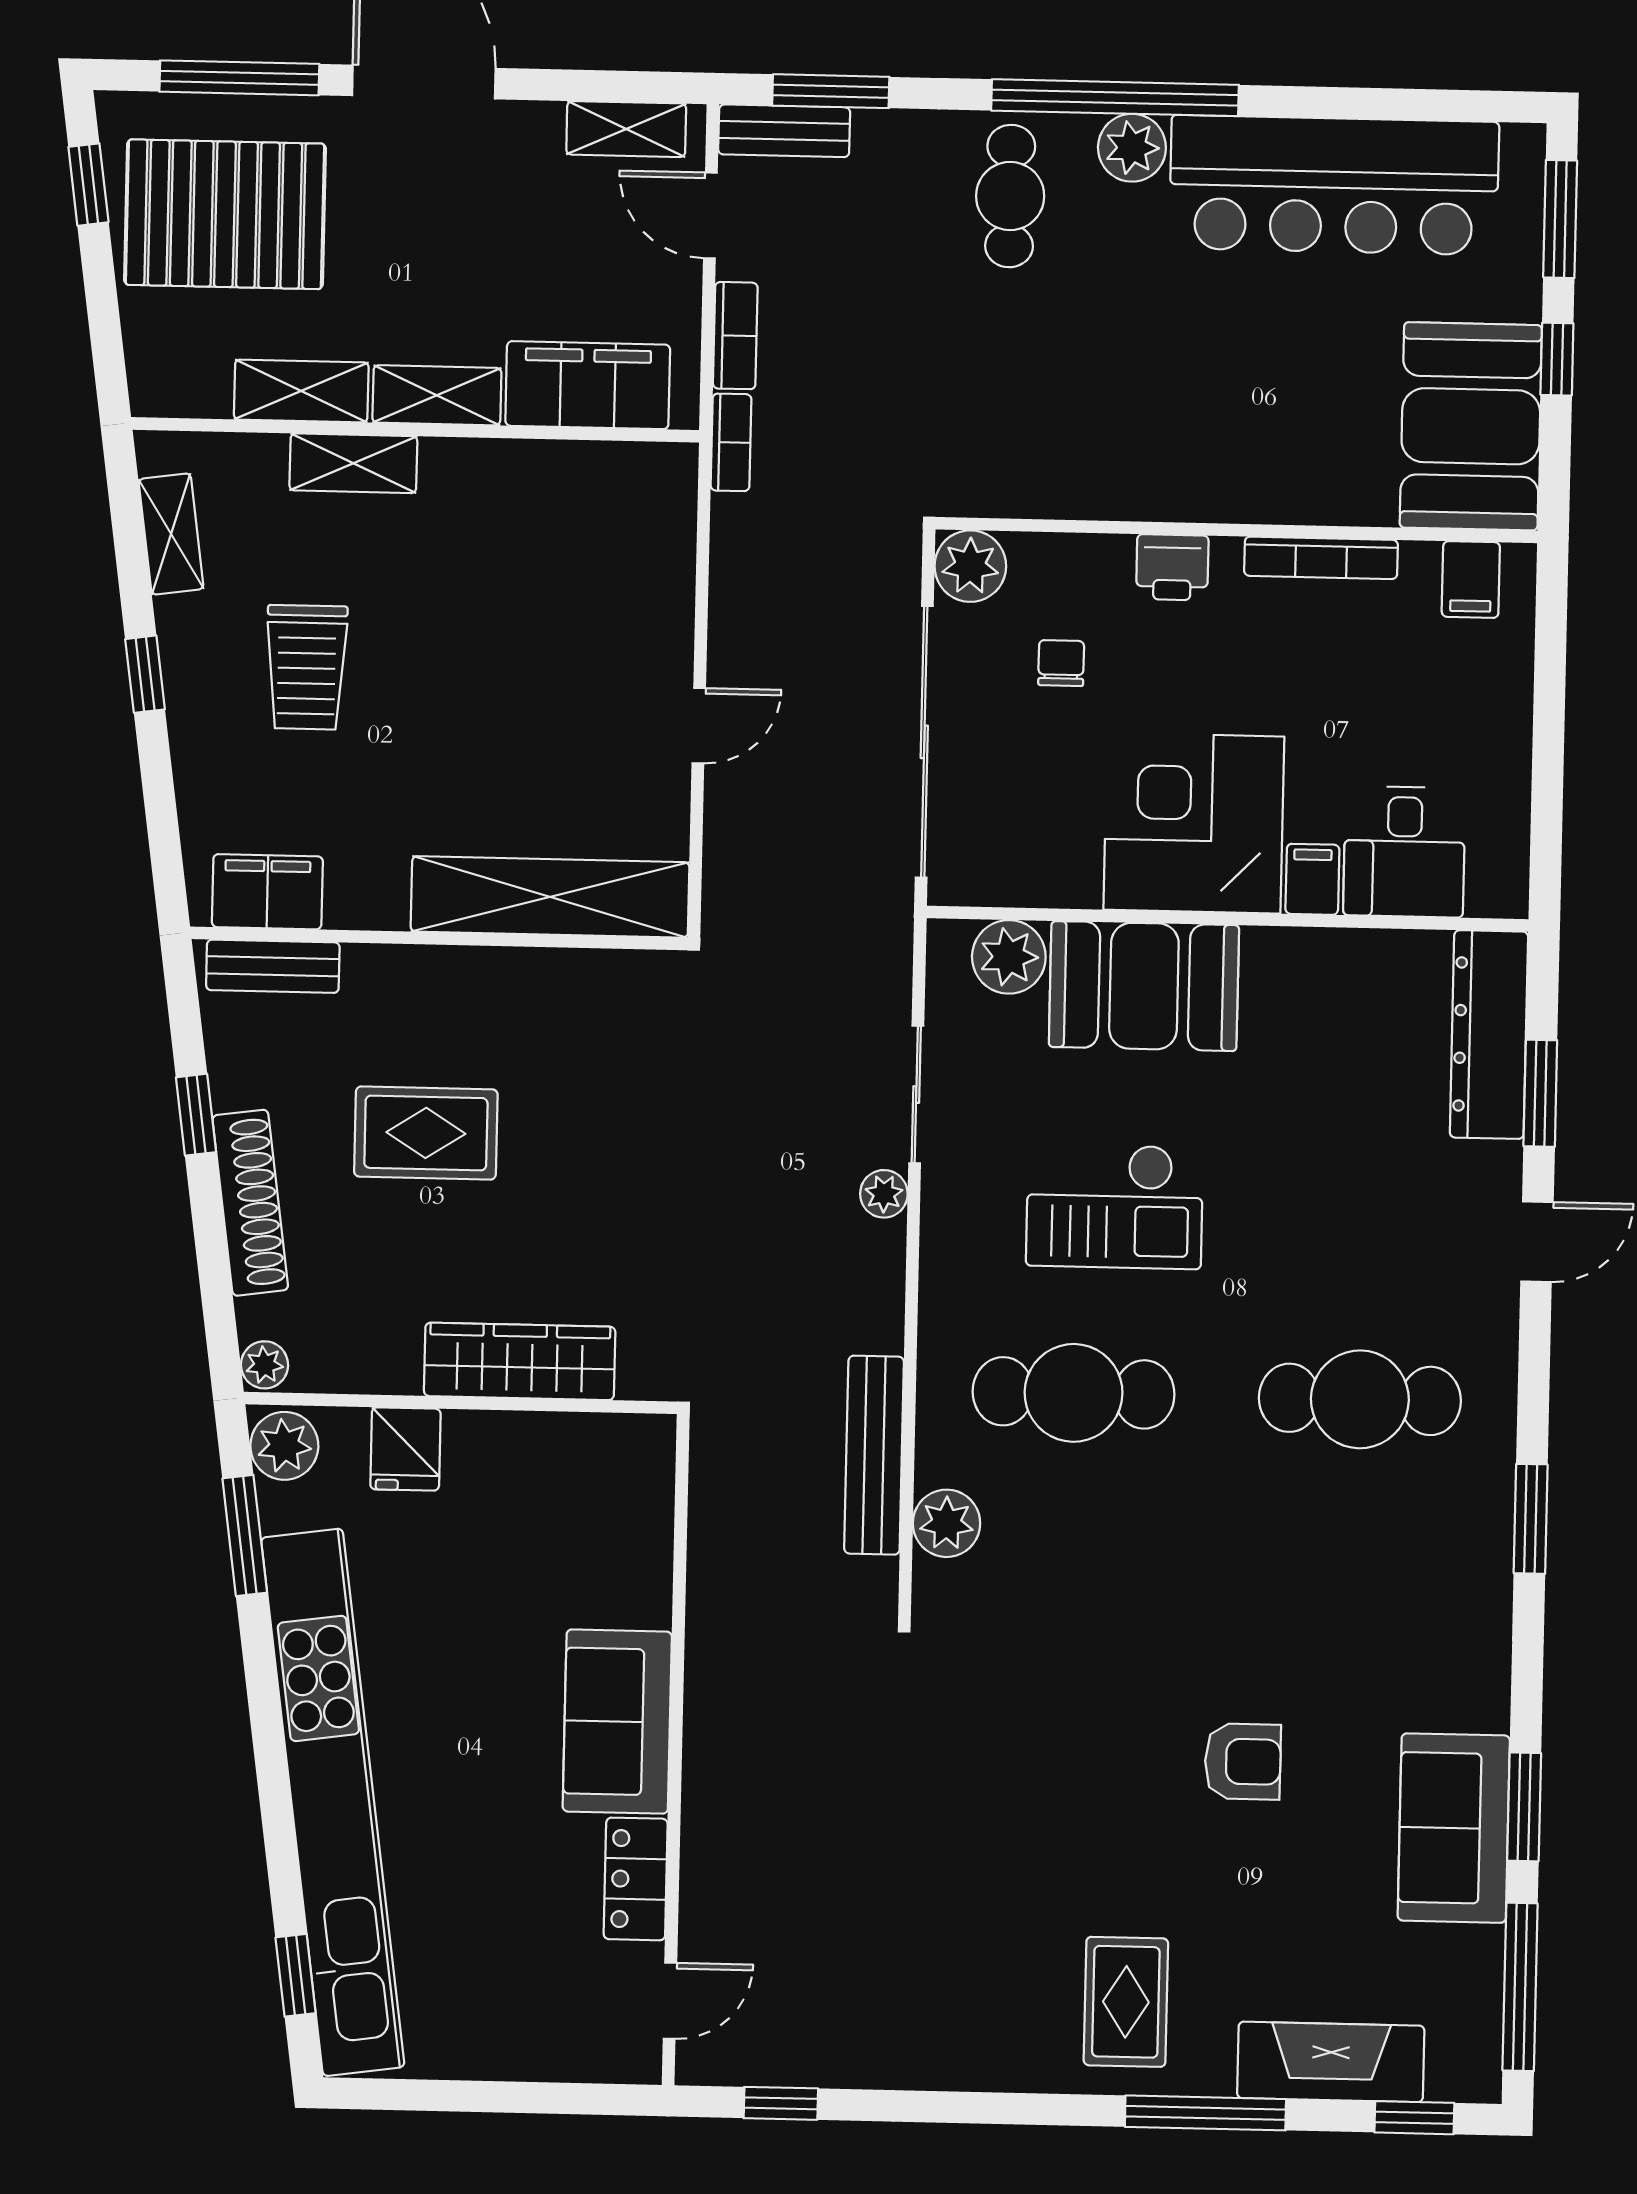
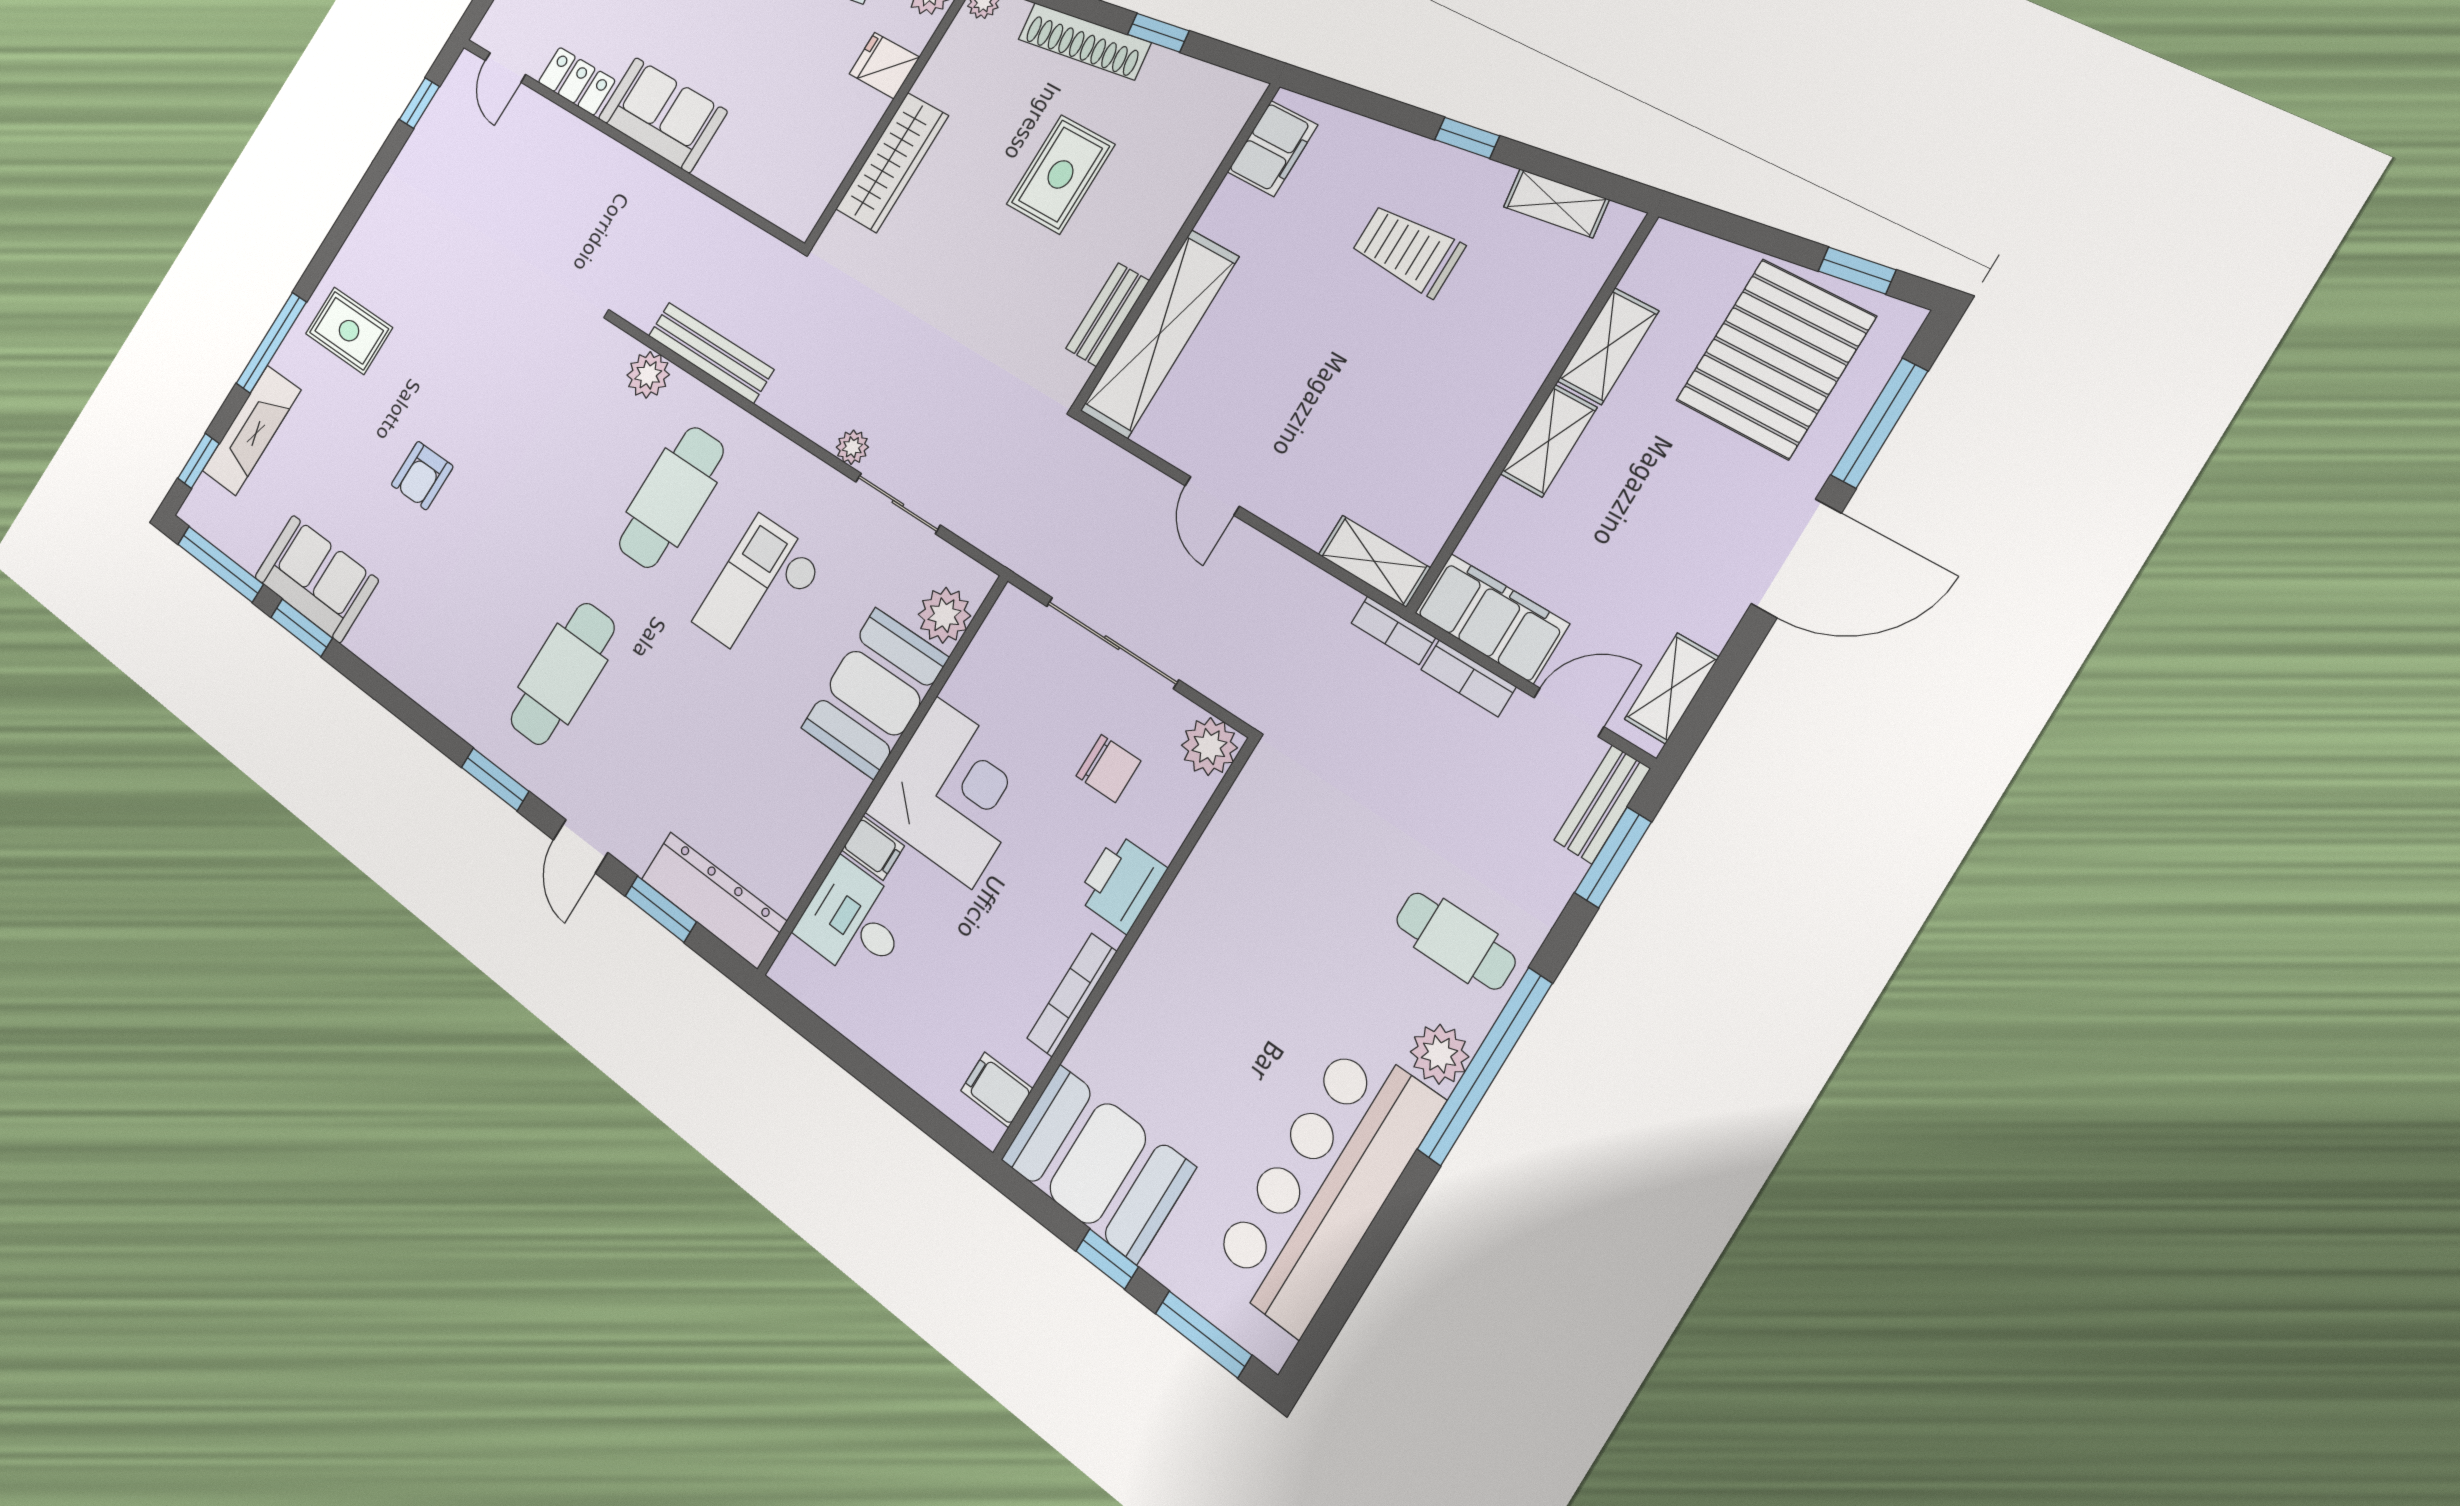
filing cabinet: (588, 385) -> (1492, 618), moved, turned -90
shelving: (353, 463) -> (1374, 561), moved, turned 90
printer: (1172, 567) -> (1121, 883), width x1.36, depth x1.24
chair: (1061, 663) -> (1108, 768), width x1.37, depth x1.37
sliding door: (924, 742) -> (1112, 643), width x0.73
bench: (273, 966) -> (1108, 315), moved
window: (1531, 1519) -> (495, 779), moved

